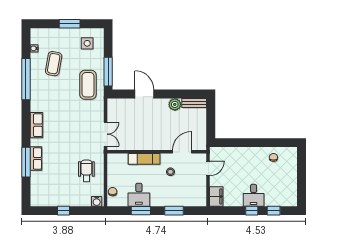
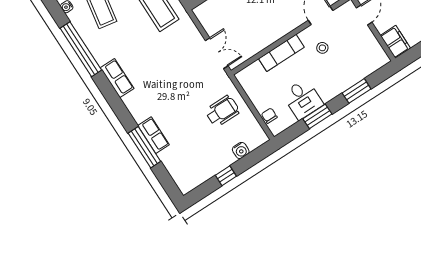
row of seats: (36, 125) -> (117, 78), moved
wheelchair: (86, 171) -> (222, 111), turned 90
water cooler: (97, 201) -> (241, 150), moved

